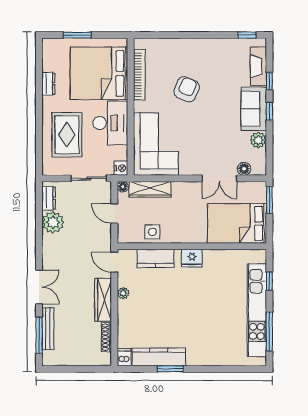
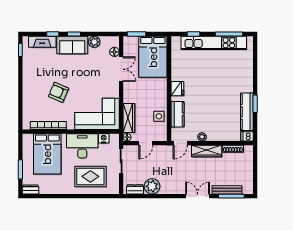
bed: (99, 73) -> (47, 154), width x0.73
dresser: (48, 84) -> (30, 189), moved
nightstand: (121, 168) -> (104, 138), moved

